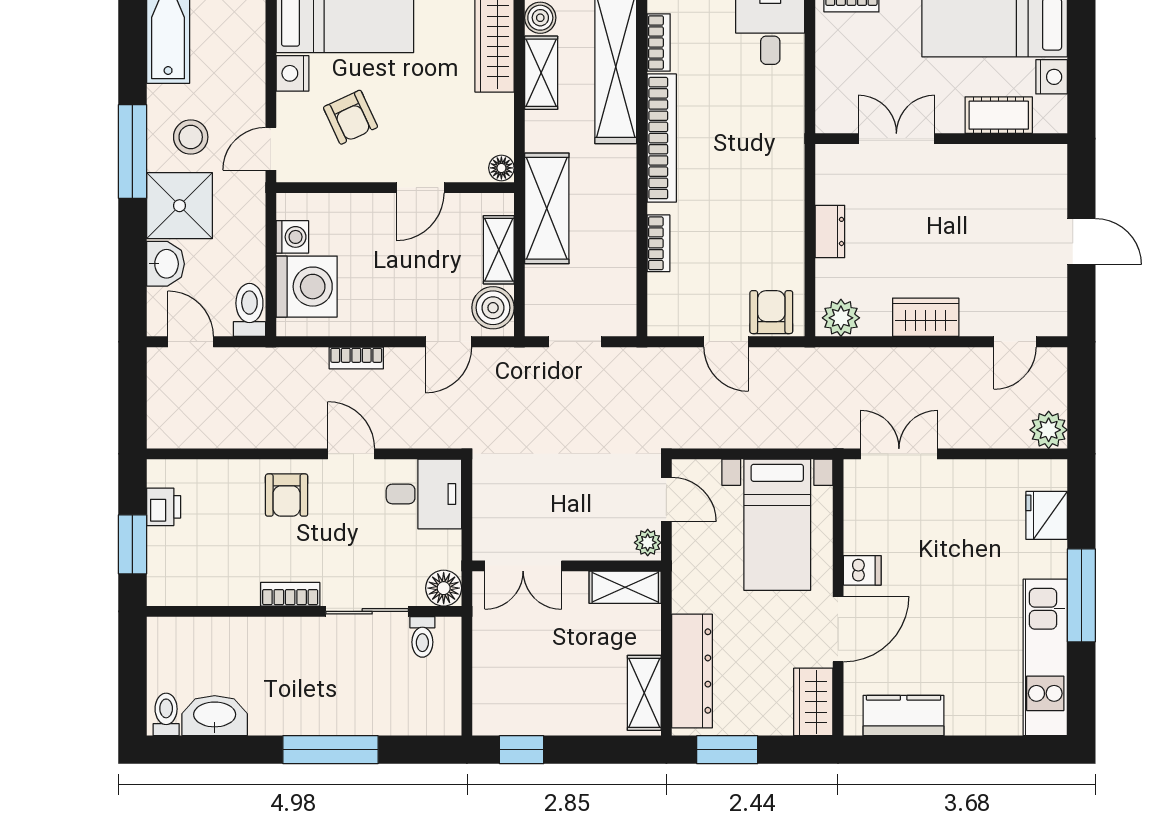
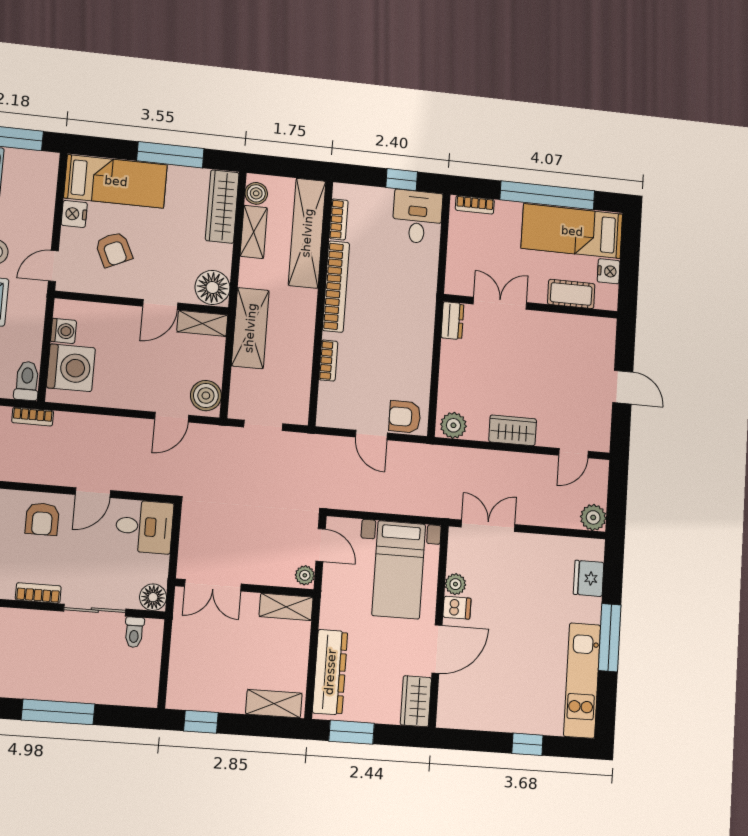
floor lamp: (501, 168) -> (212, 287), width x1.89, depth x1.89
dresser: (830, 231) -> (452, 321), moved
shelving: (499, 250) -> (202, 323), moved, turned 90
armchair: (771, 312) -> (405, 417), turned -90
bookcase: (356, 358) -> (33, 417), moved
door: (351, 454) -> (93, 493), swing flipped
plant: (858, 538) -> (455, 584), added
shelving: (644, 693) -> (274, 704), moved, turned 90
kitchen counter: (904, 715) -> (480, 716), removed
window: (973, 750) -> (527, 744), added

